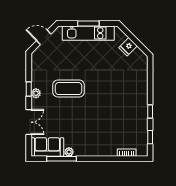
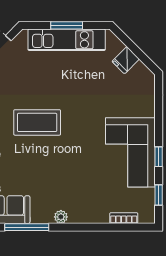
corner sofa: (131, 109) -> (130, 152), added
plant: (69, 152) -> (61, 217), moved

